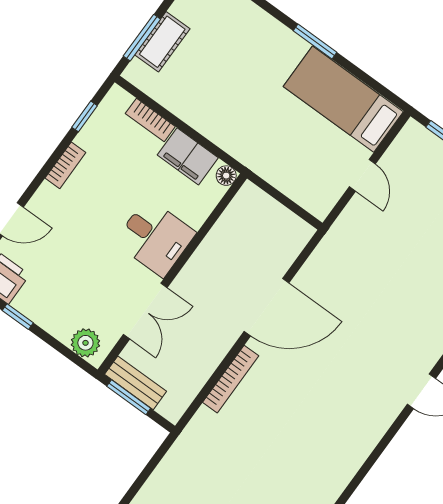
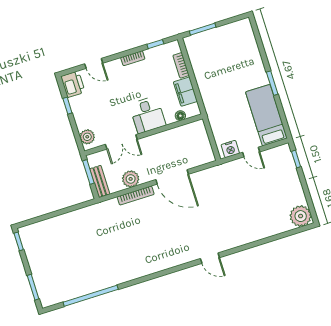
cot: (162, 42) -> (210, 37), removed
door: (362, 175) -> (251, 152), hinge flipped
floor lamp: (226, 176) -> (180, 116), moved
nightstand: (326, 195) -> (230, 149), added
plant: (203, 359) -> (131, 179), added
bench: (136, 383) -> (100, 181), moved

